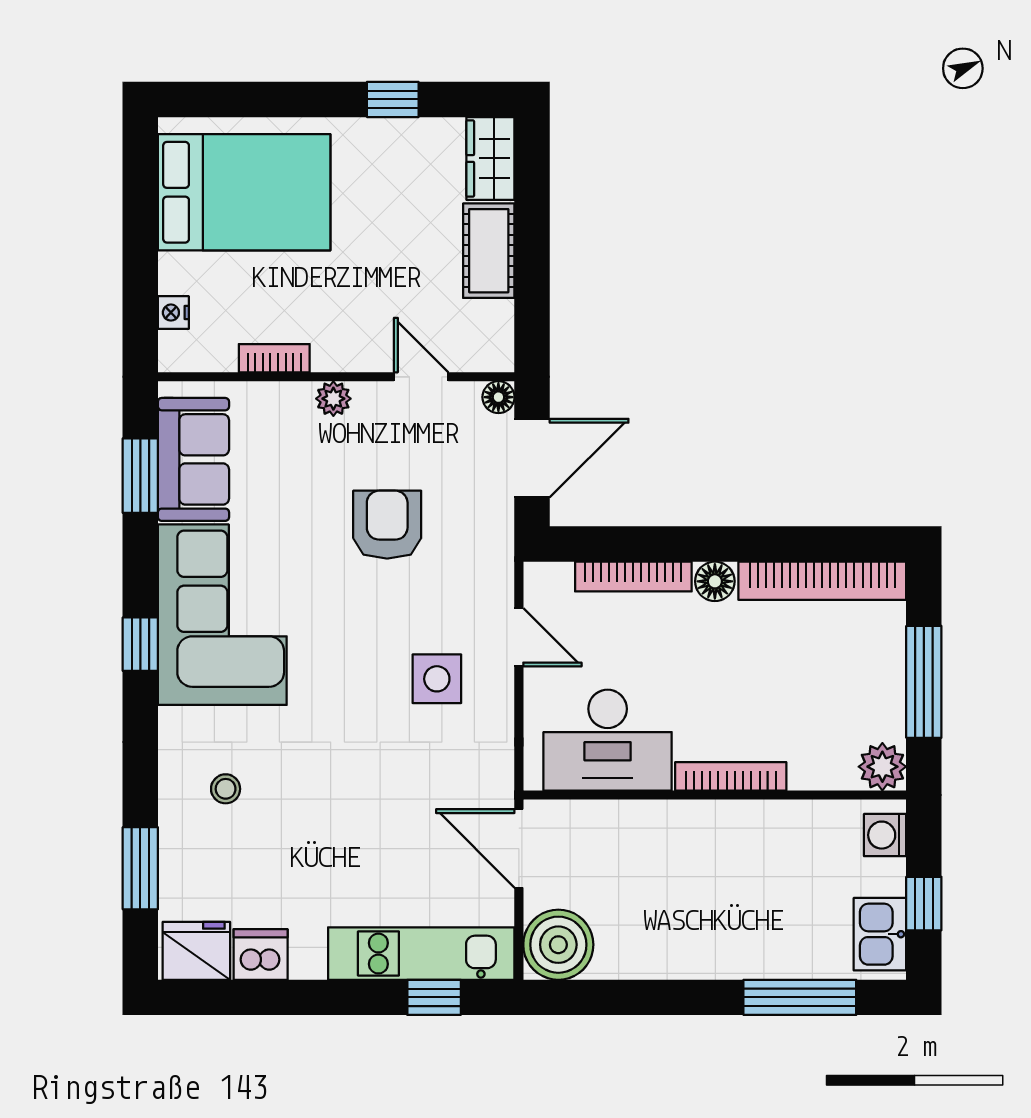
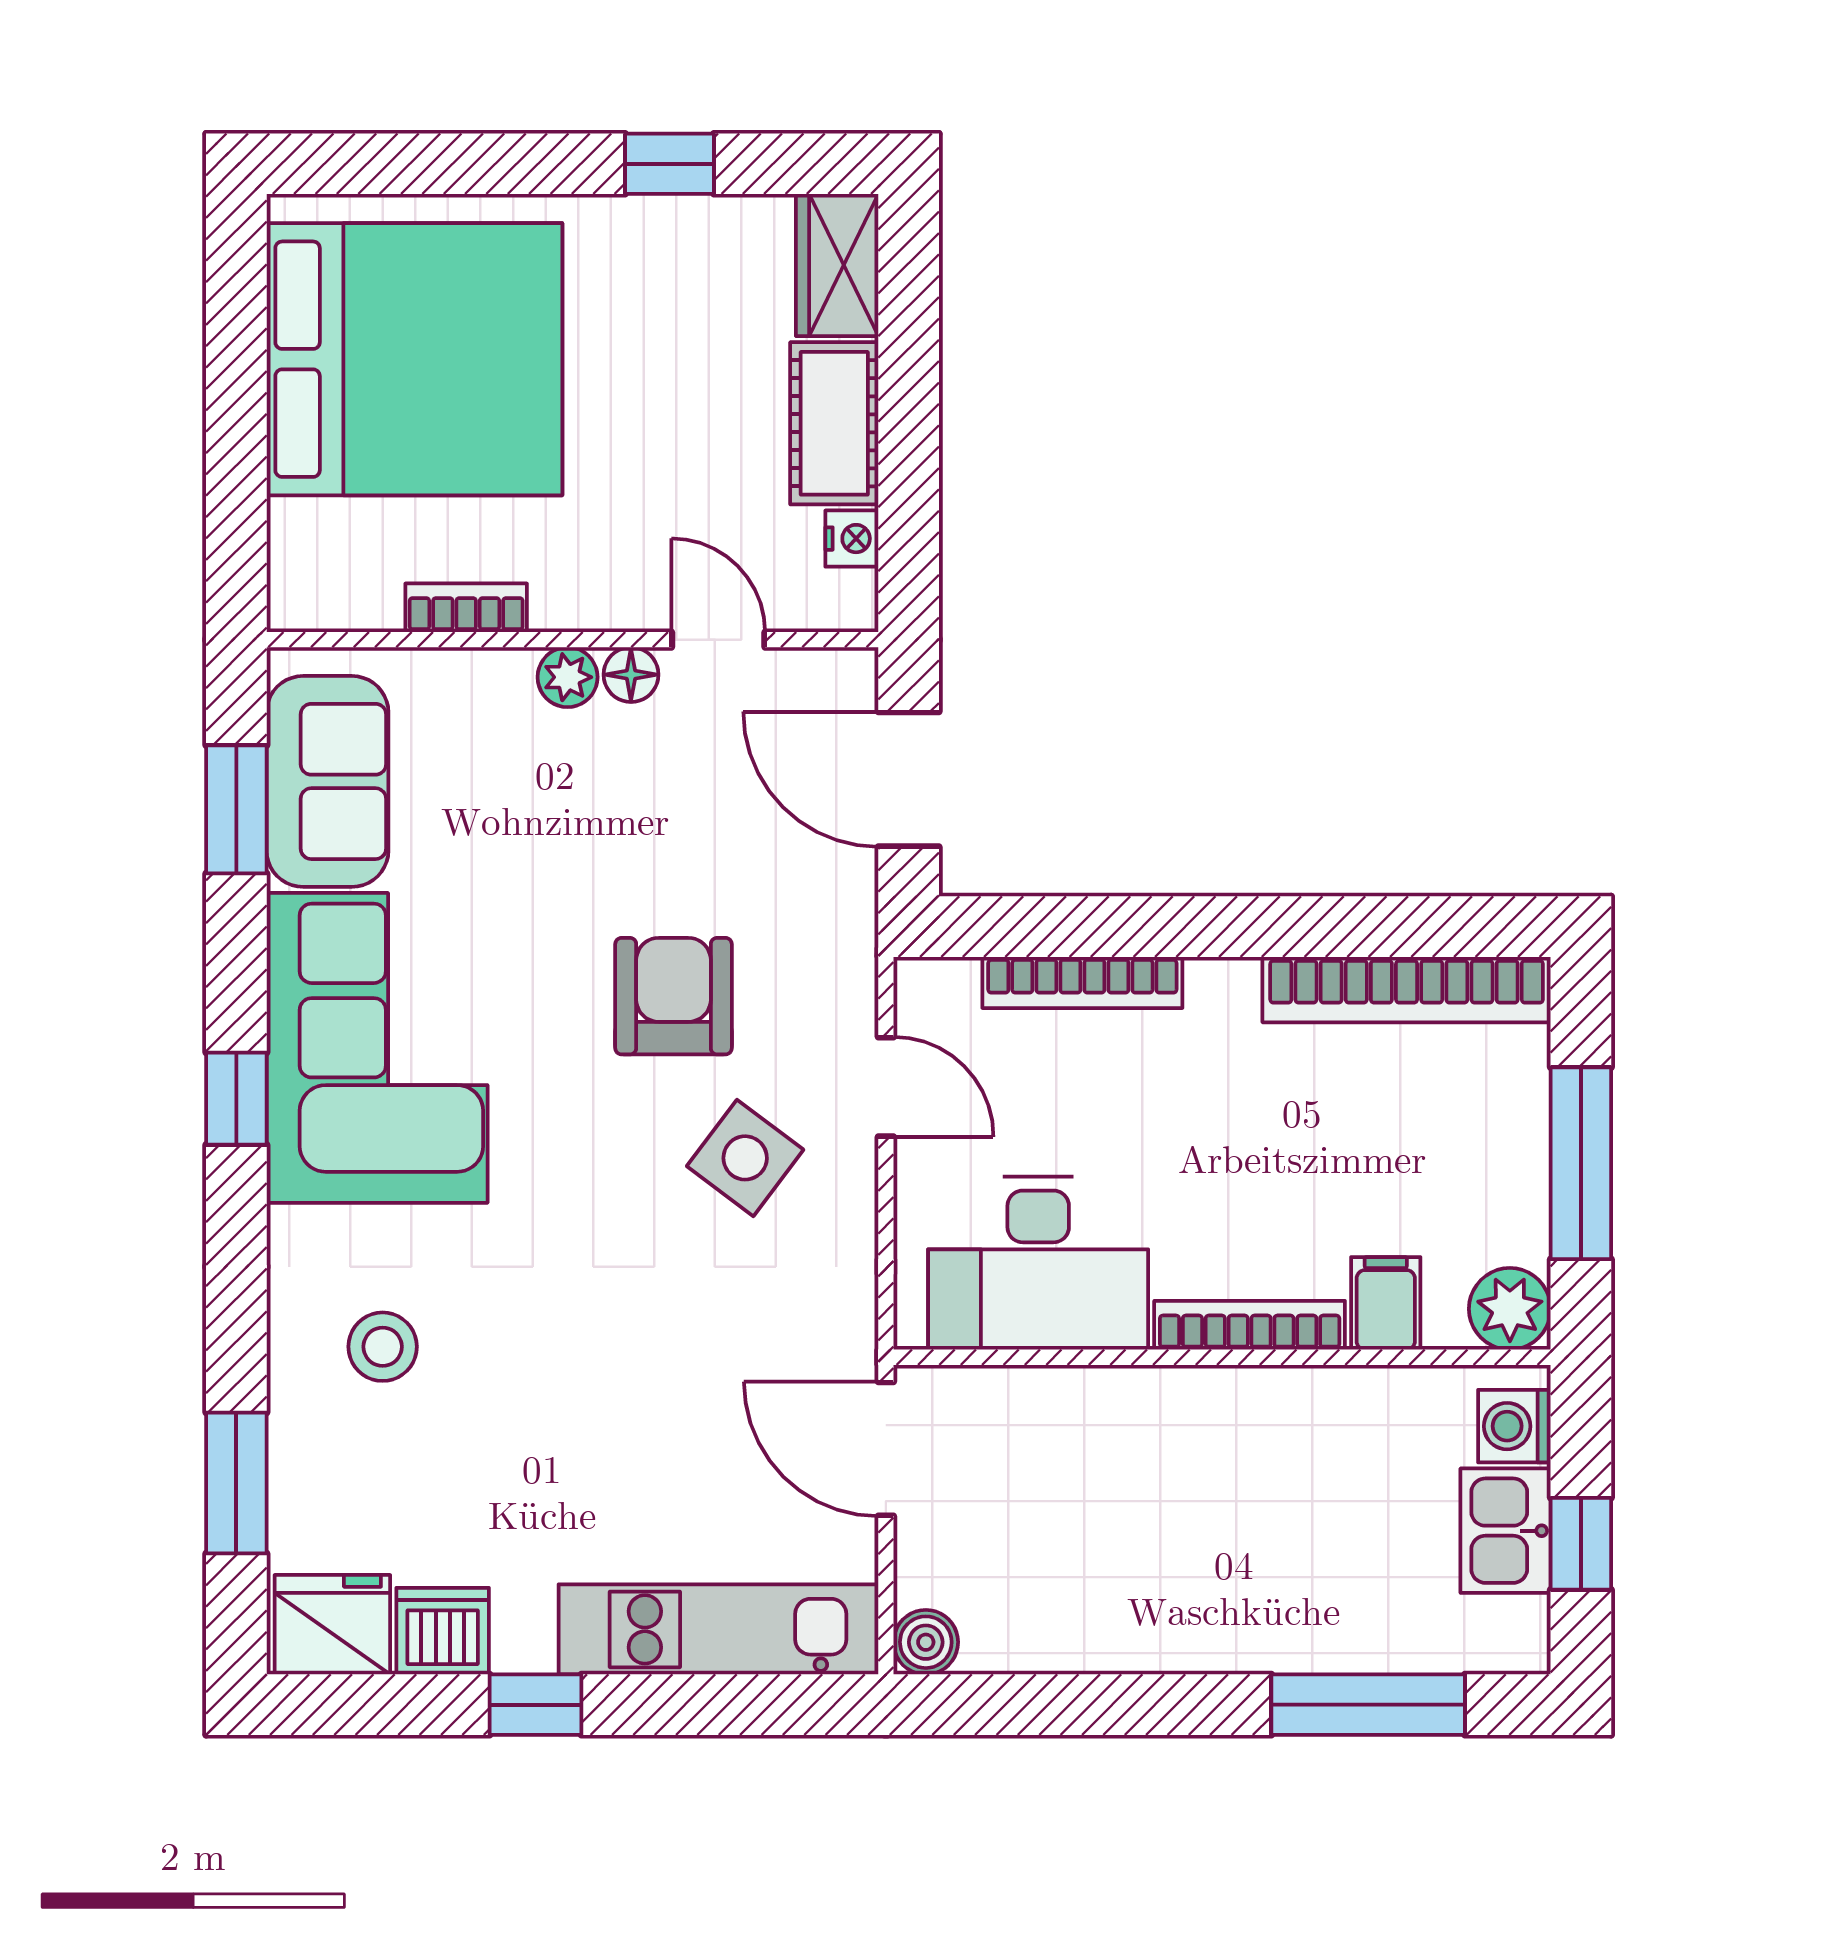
bed: (244, 192) -> (414, 359), width x1.36
nightstand: (173, 313) -> (852, 539), moved, turned 180
floor lamp: (498, 397) -> (631, 675), moved
door: (532, 458) -> (909, 779), swing flipped
armchair: (387, 525) -> (674, 996), moved
floor lamp: (715, 581) -> (1222, 991), removed
side table: (437, 679) -> (745, 1158), turned 37
filing cabinet: (810, 764) -> (1386, 1303), added
stool: (226, 789) -> (383, 1347), width x1.37, depth x1.37
kitchen sink: (880, 934) -> (1506, 1531), moved
boiler: (558, 945) -> (926, 1642), width x0.54, depth x0.54
window: (434, 997) -> (535, 1705), moved

